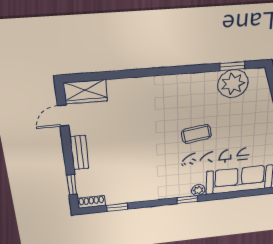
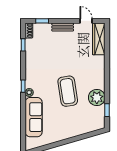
plant: (233, 84) -> (97, 98), moved
wardrobe: (86, 92) -> (99, 39), width x1.50
coffee table: (196, 134) -> (68, 91), width x1.86, depth x1.72

